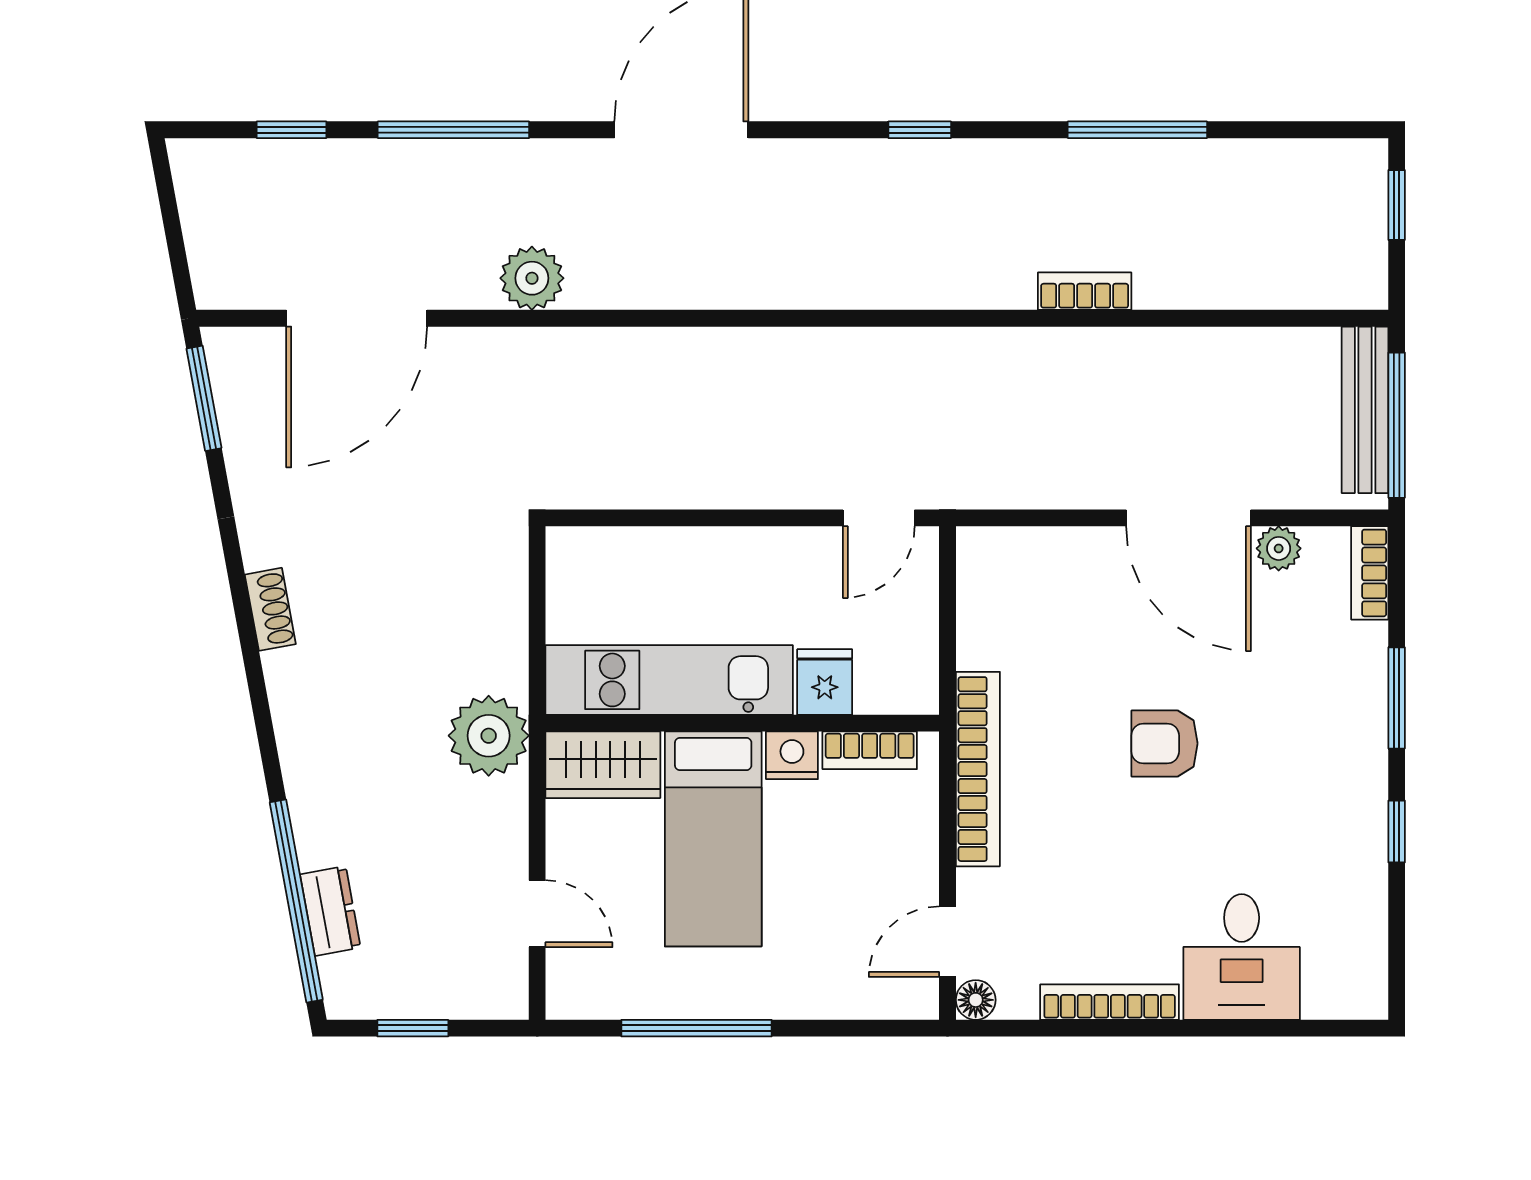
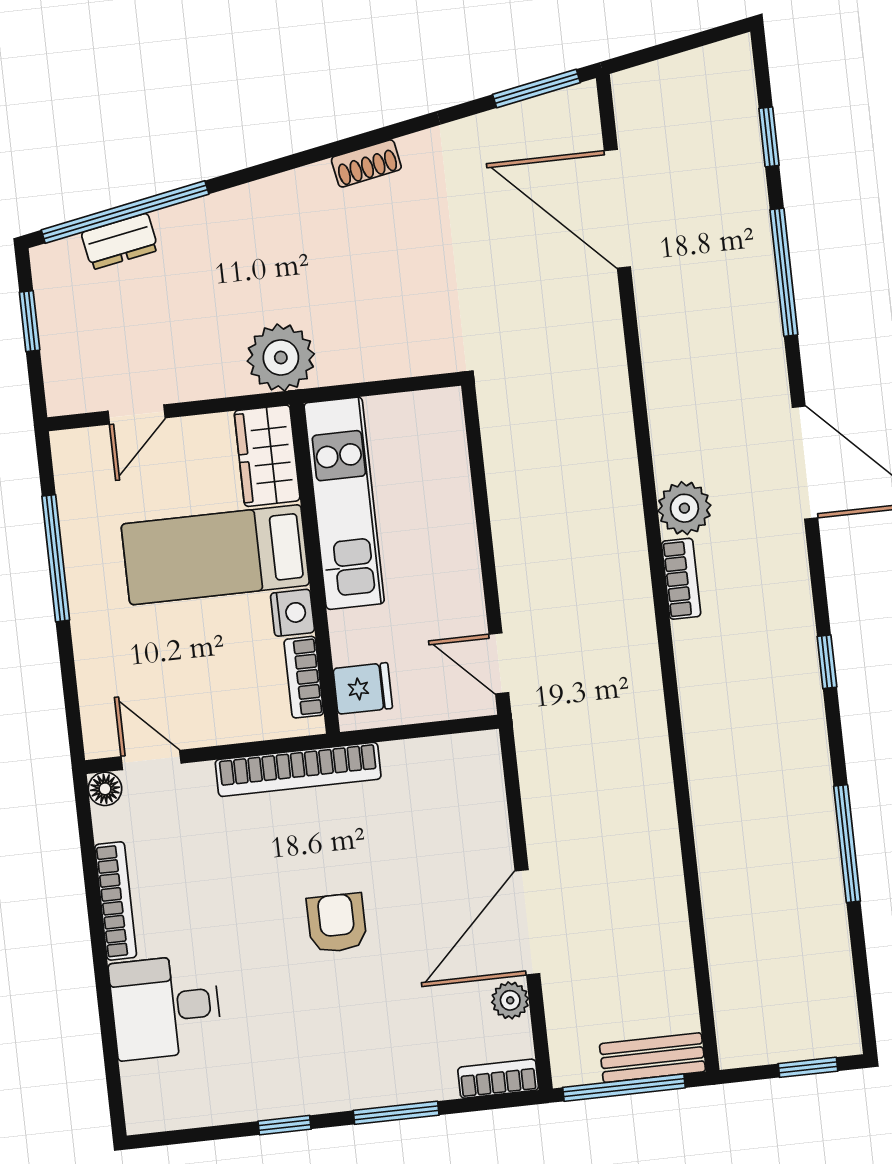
plant: (532, 278) -> (684, 508), moved
bookcase: (1085, 291) -> (681, 579), moved
bench: (1365, 410) -> (652, 1058), width x0.73
fridge: (825, 682) -> (363, 688), moved

